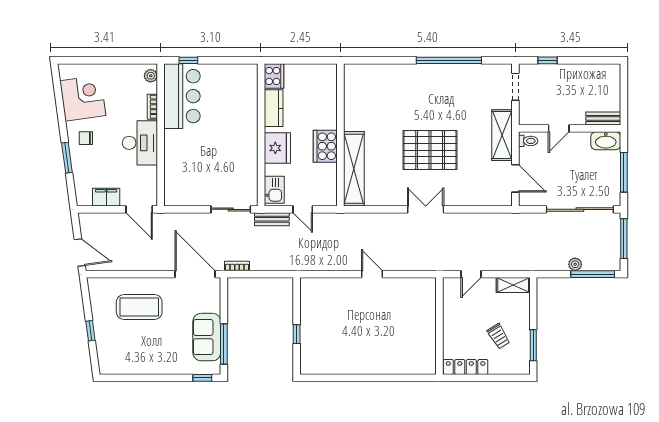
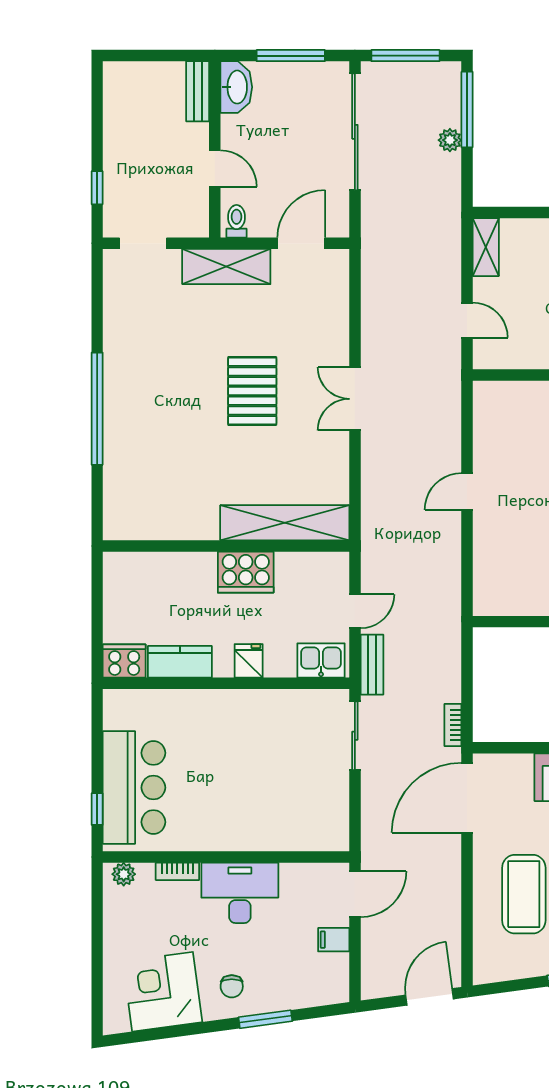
window: (449, 60) -> (97, 409), moved
bar counter: (182, 96) -> (134, 788), moved, turned 90
fridge: (277, 148) -> (249, 661), width x0.53, depth x0.75
pallet: (430, 150) -> (252, 391), width x0.73, depth x0.71
filing cabinet: (106, 197) -> (334, 940), width x0.50

